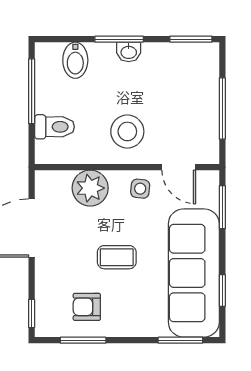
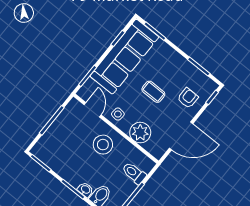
washbasin: (129, 52) -> (85, 190), moved
armchair: (87, 307) -> (188, 98), moved, turned -90

